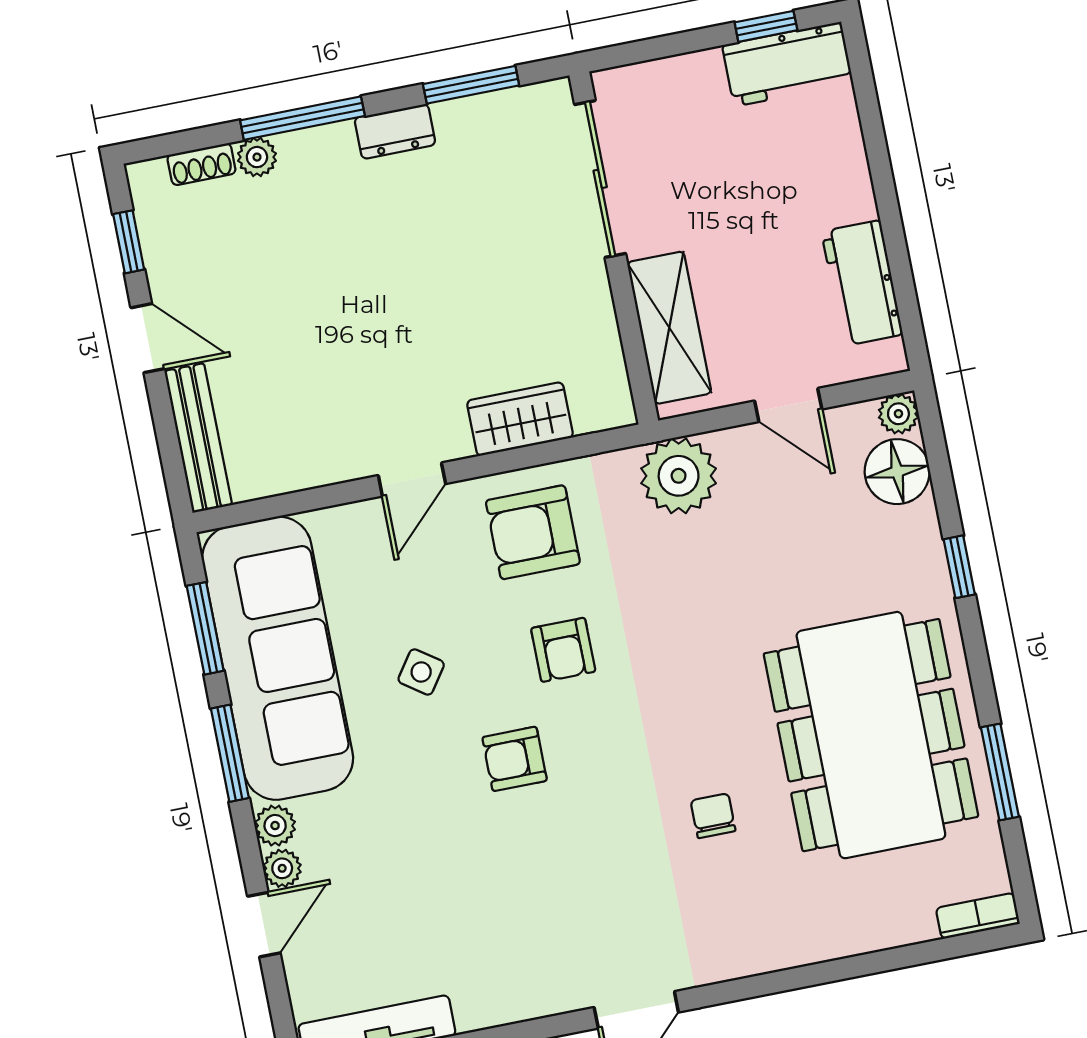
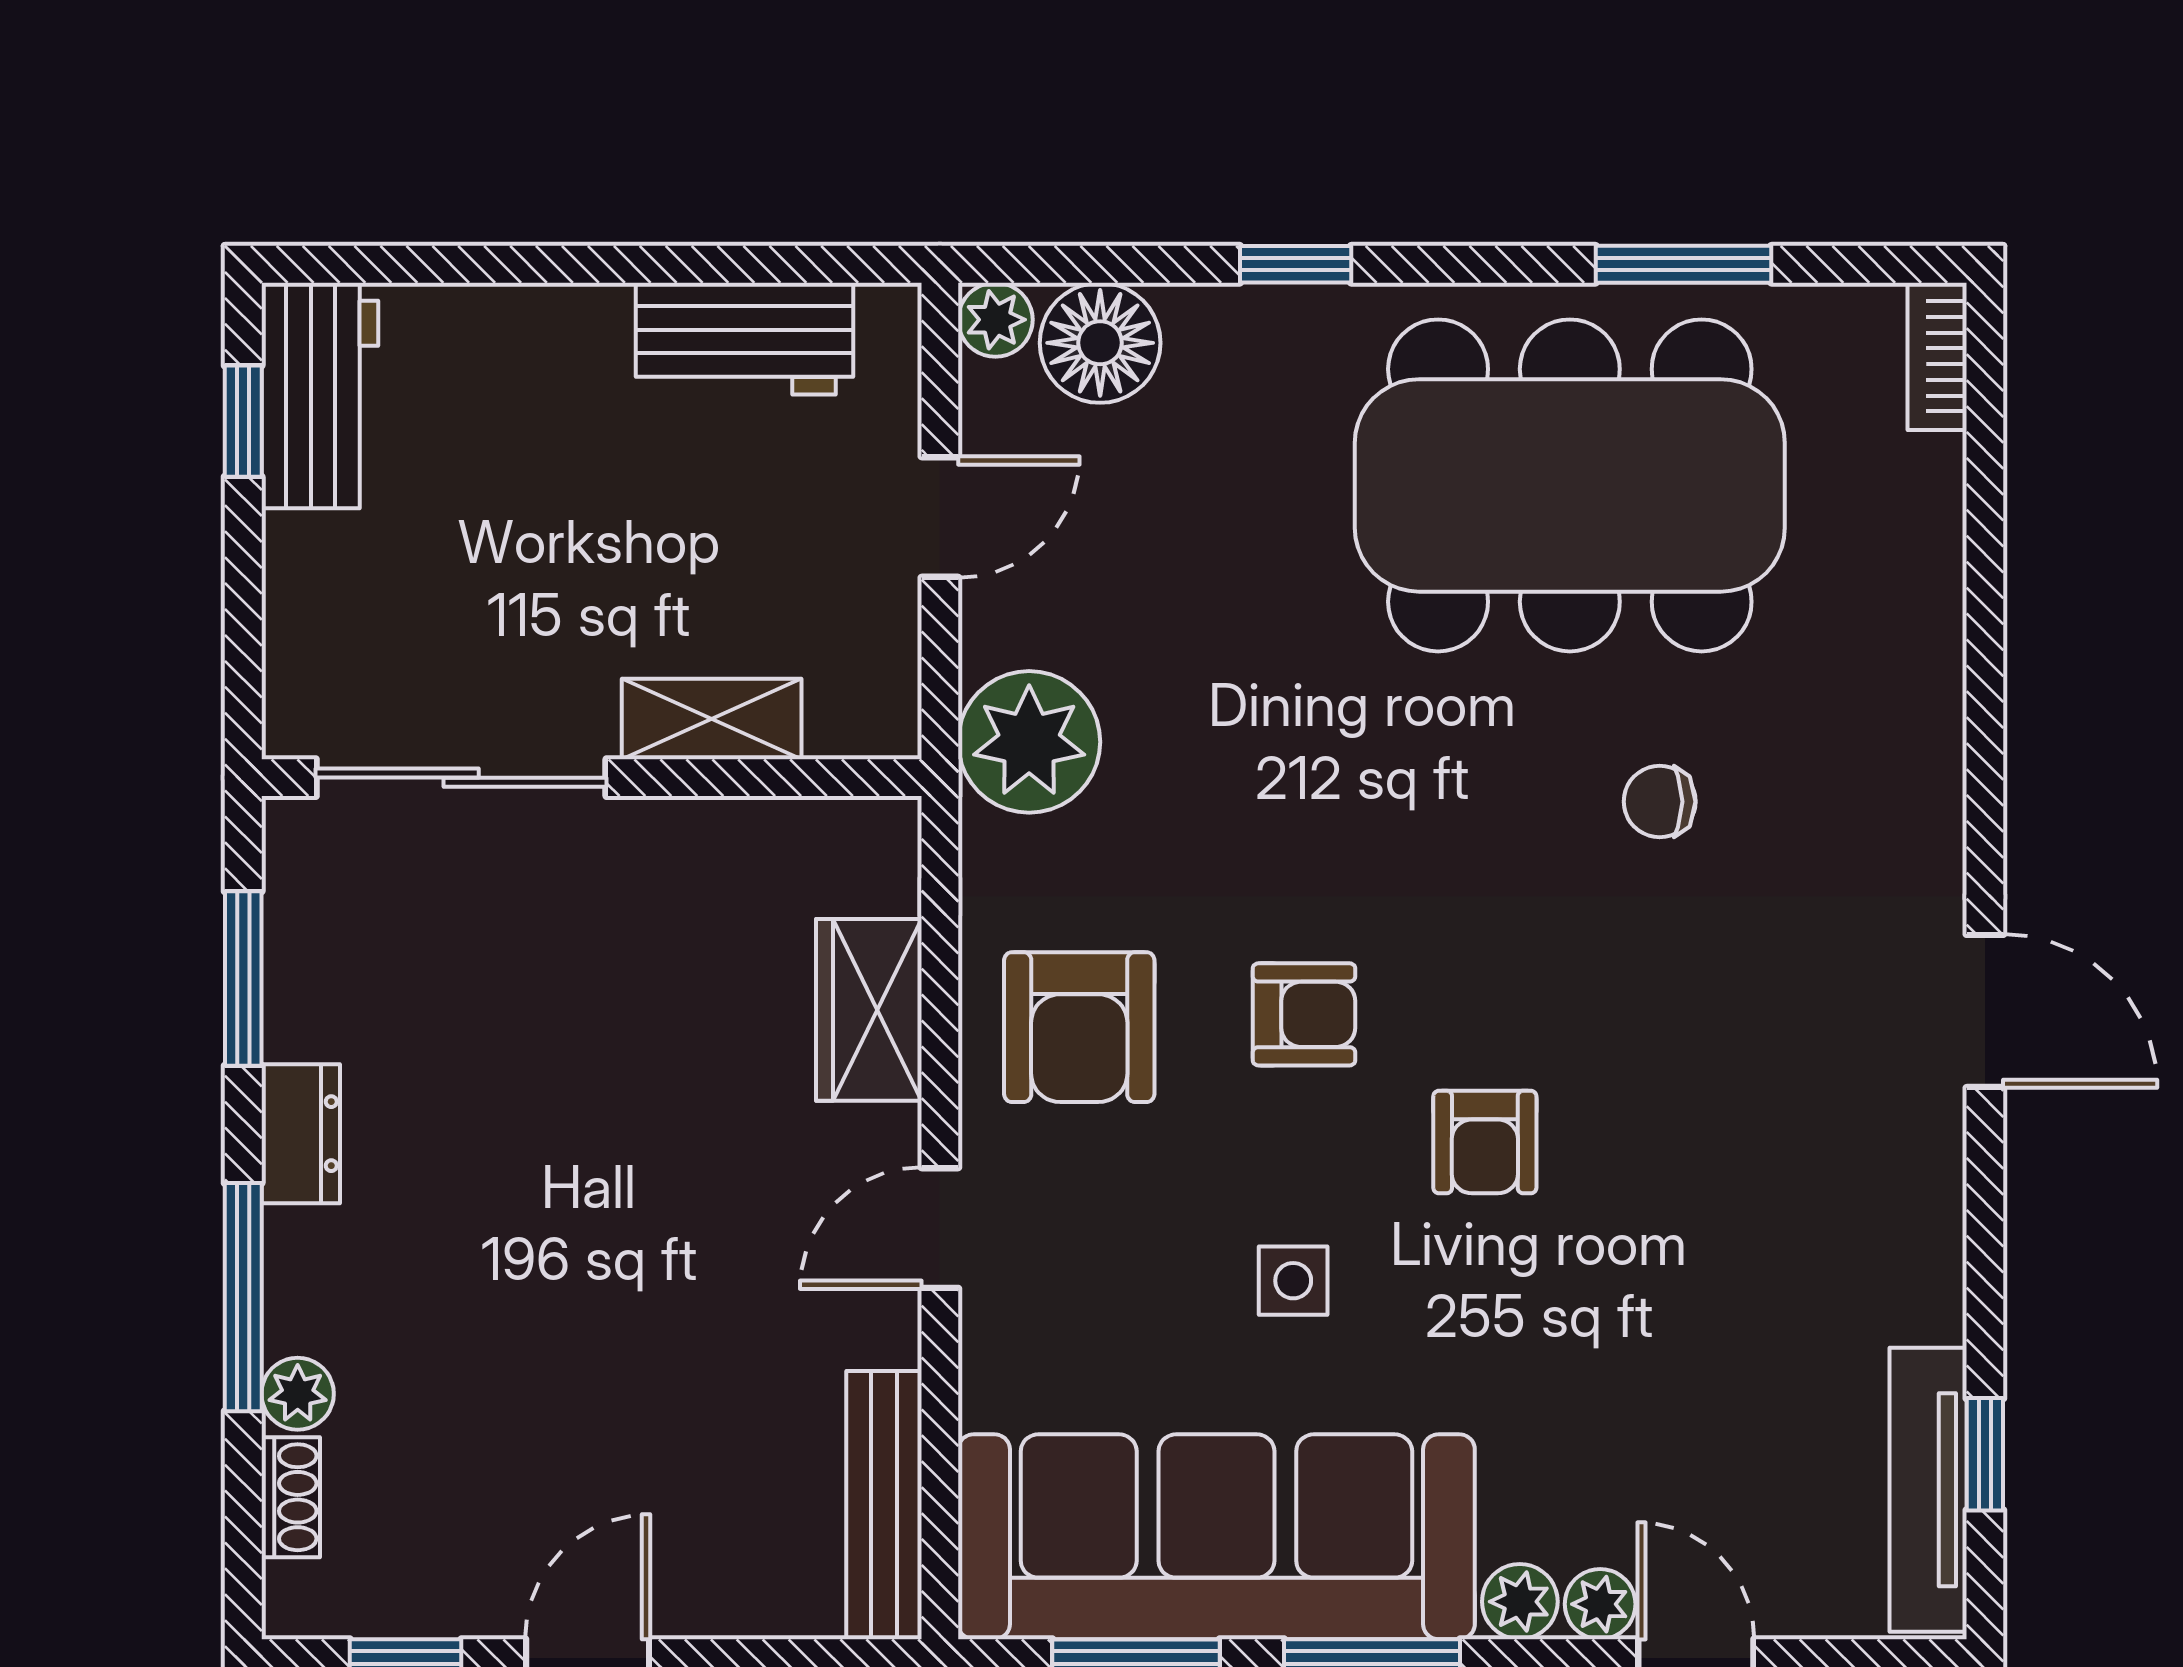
shelving: (669, 328) -> (712, 719), width x0.67, depth x0.75
bench: (198, 438) -> (884, 1505), moved, turned 90
door: (412, 480) -> (940, 1228), swing flipped
side table: (421, 672) -> (1293, 1281), turned -35

